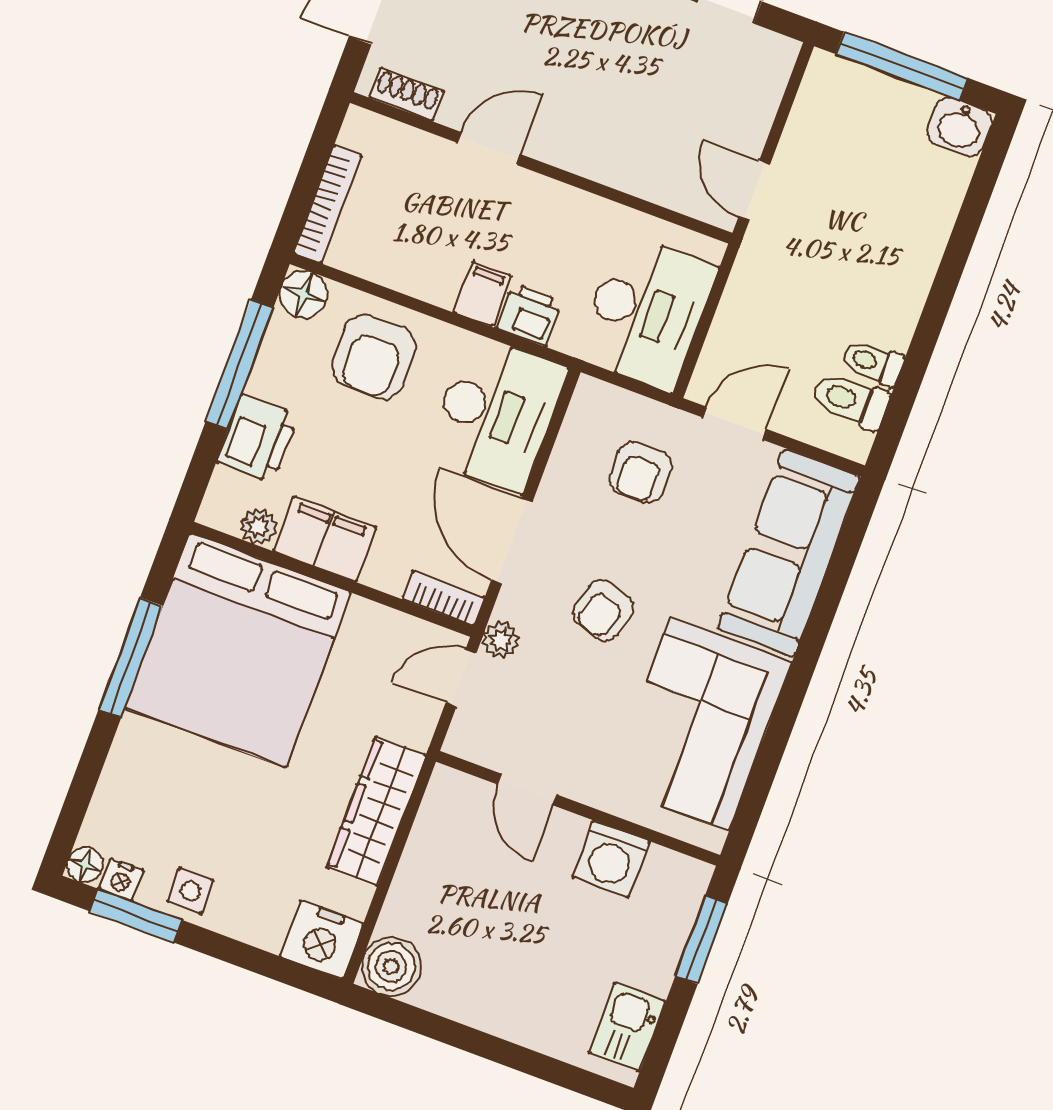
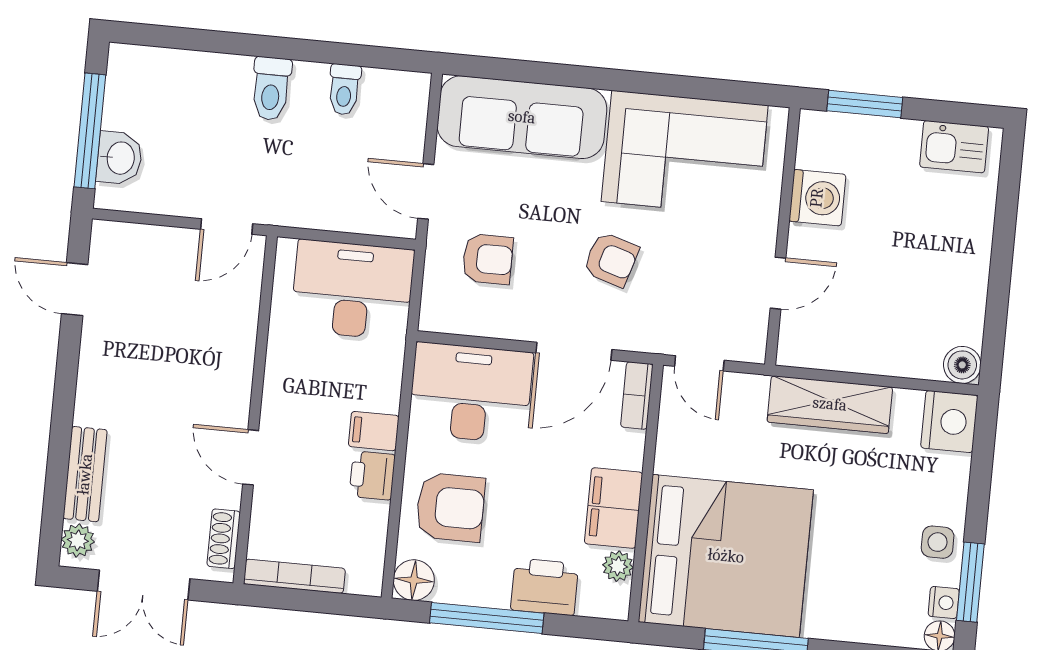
washbasin: (959, 127) -> (119, 158), moved
bookcase: (328, 204) -> (294, 576), moved
printer: (529, 315) -> (372, 475), moved
toilet: (851, 401) -> (271, 89), moved
plant: (501, 640) -> (659, 338), removed
boiler: (391, 966) -> (962, 365), width x0.73, depth x0.73

